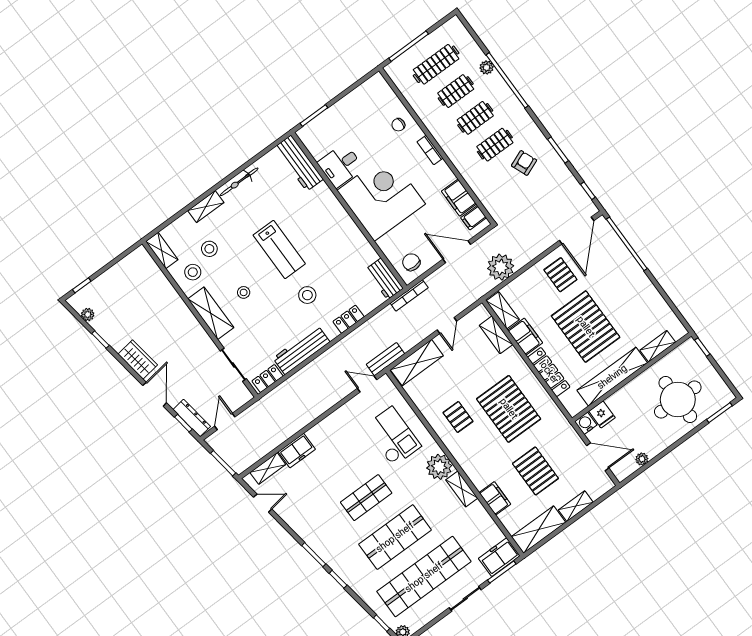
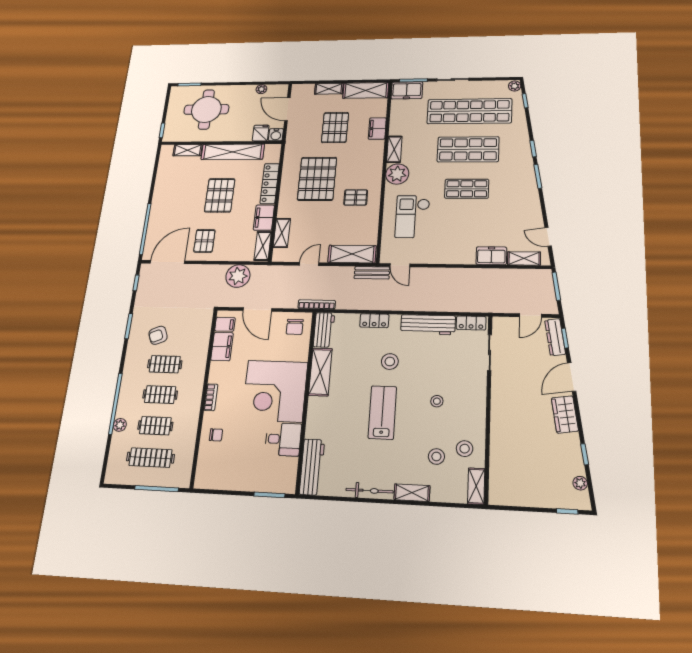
shelving: (211, 313) -> (320, 372), moved
pallet: (586, 327) -> (220, 195), width x0.73, depth x0.71
pallet: (458, 417) -> (356, 197), turned 90

